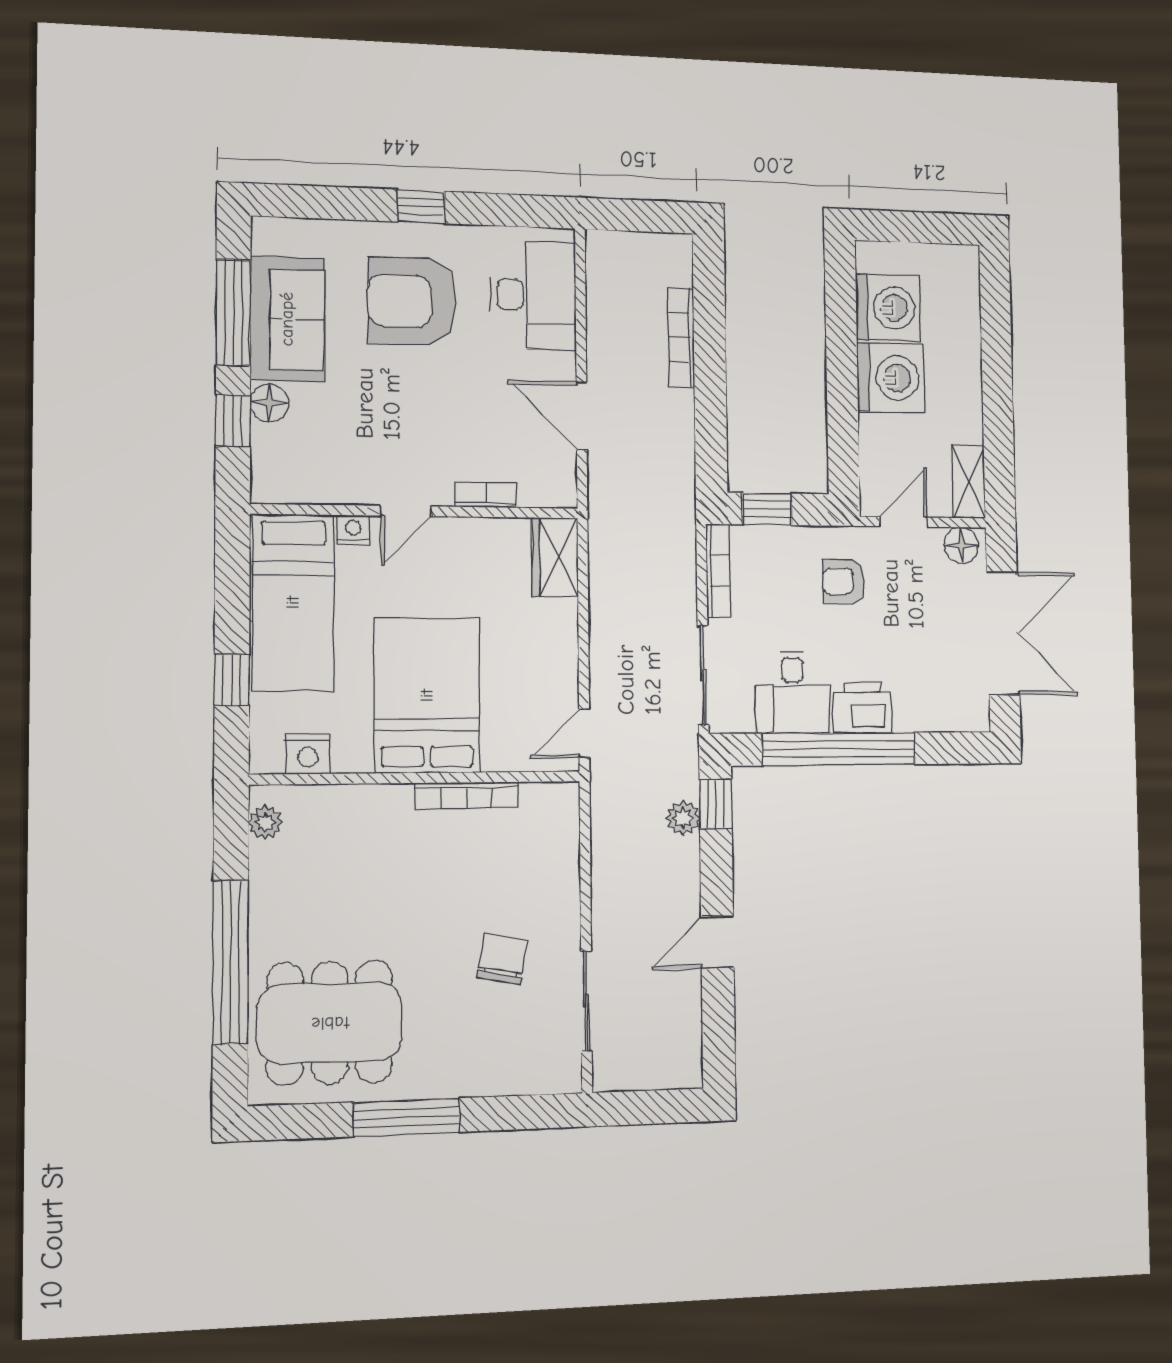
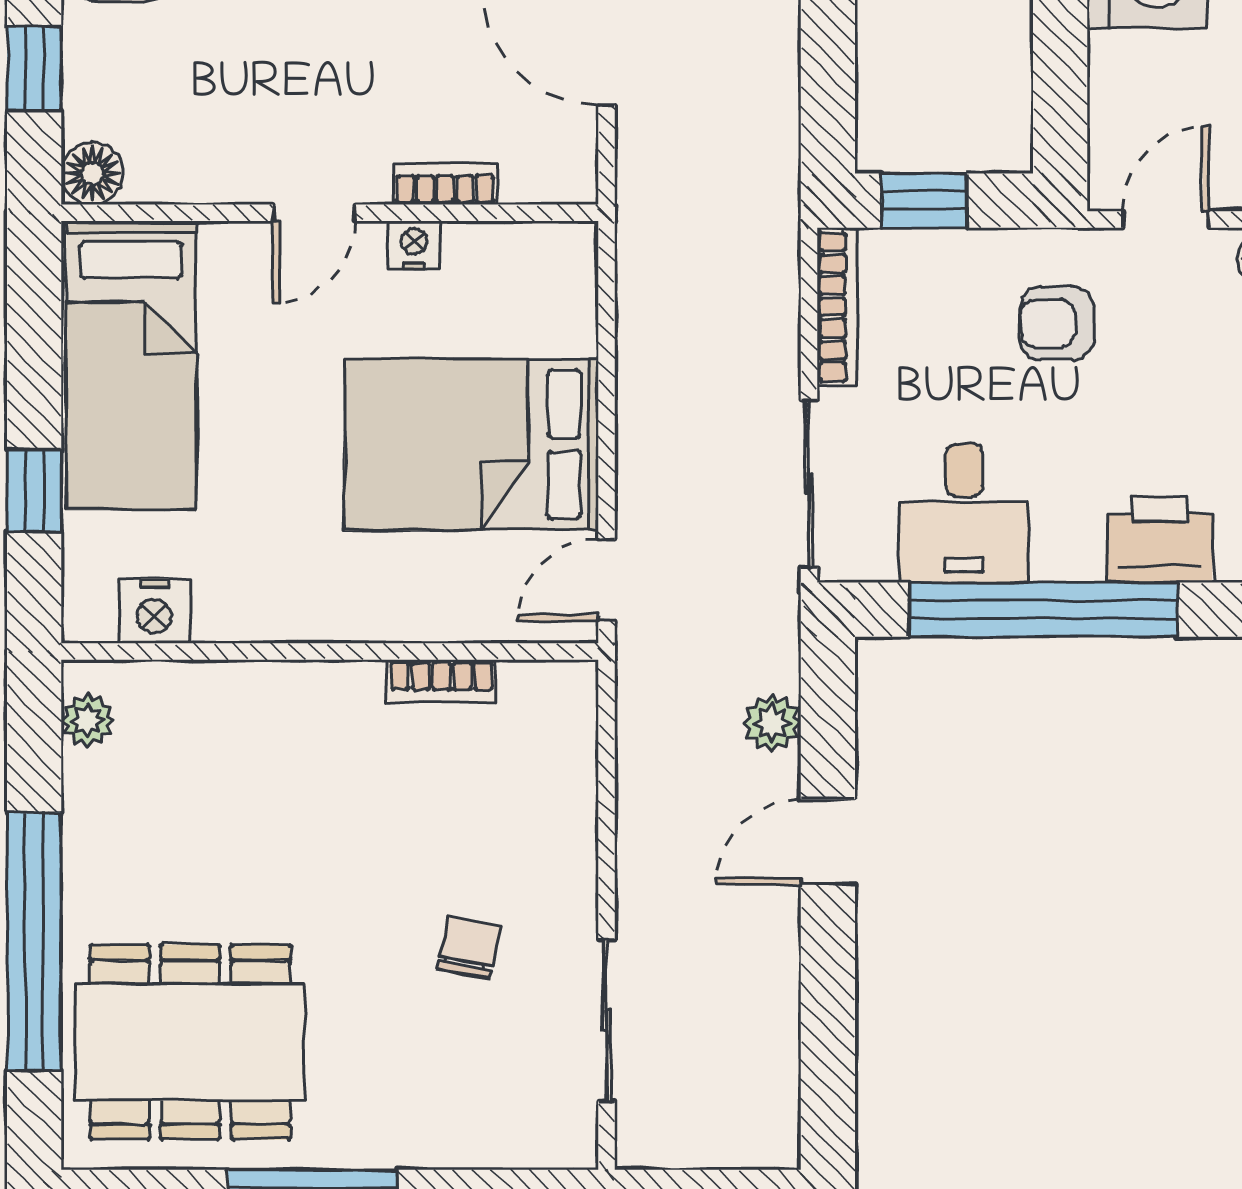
floor lamp: (269, 403) -> (92, 174), moved
nightstand: (353, 530) -> (414, 245), moved
wardrobe: (555, 557) -> (560, 287), removed
bed: (427, 695) -> (472, 444), moved, turned -90
printer: (862, 708) -> (1160, 539), moved
bookcase: (467, 796) -> (442, 681), width x0.64
window: (716, 804) -> (828, 700), removed
door: (717, 942) -> (828, 842), moved
chair: (502, 959) -> (469, 948), width x0.73, depth x0.73

